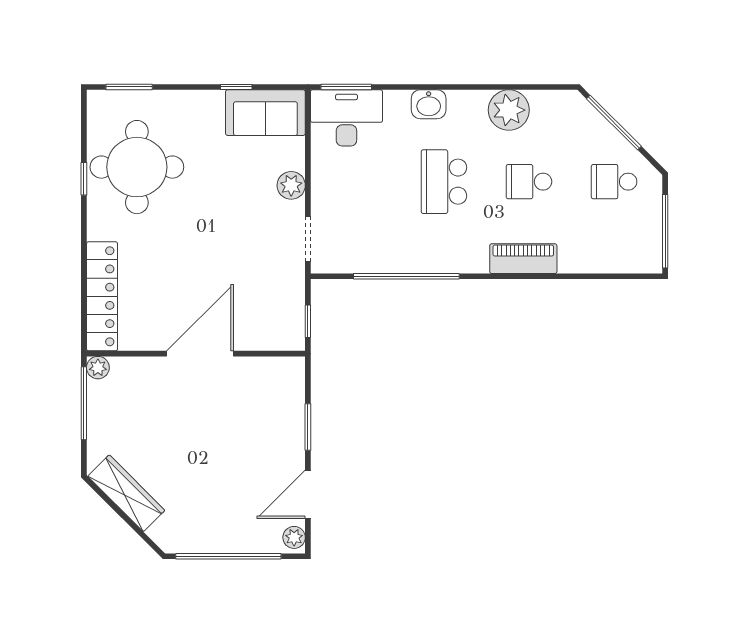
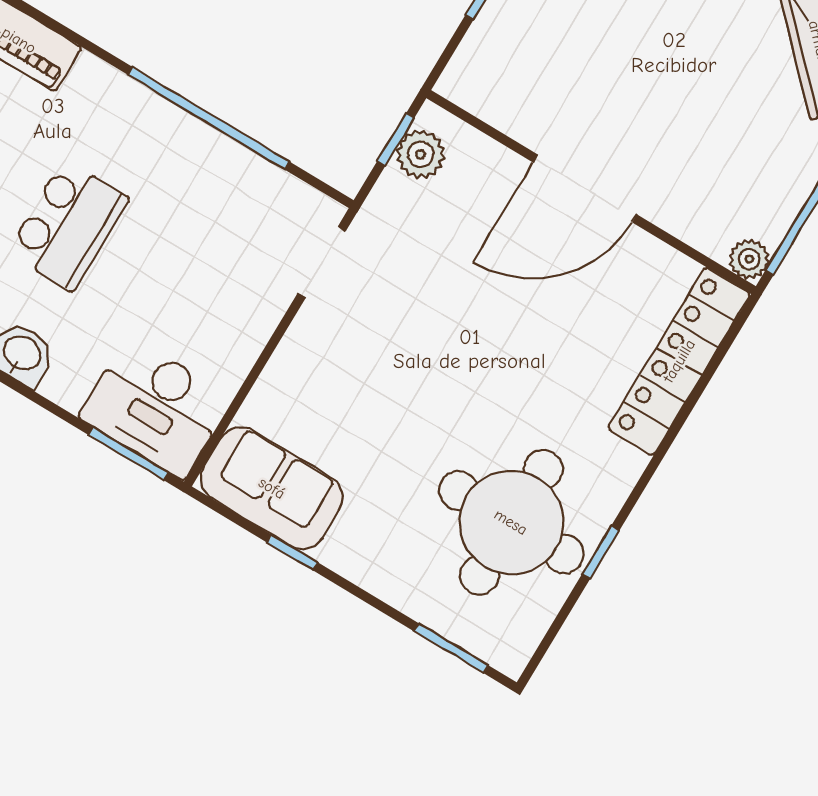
plant: (291, 185) -> (421, 154), moved

